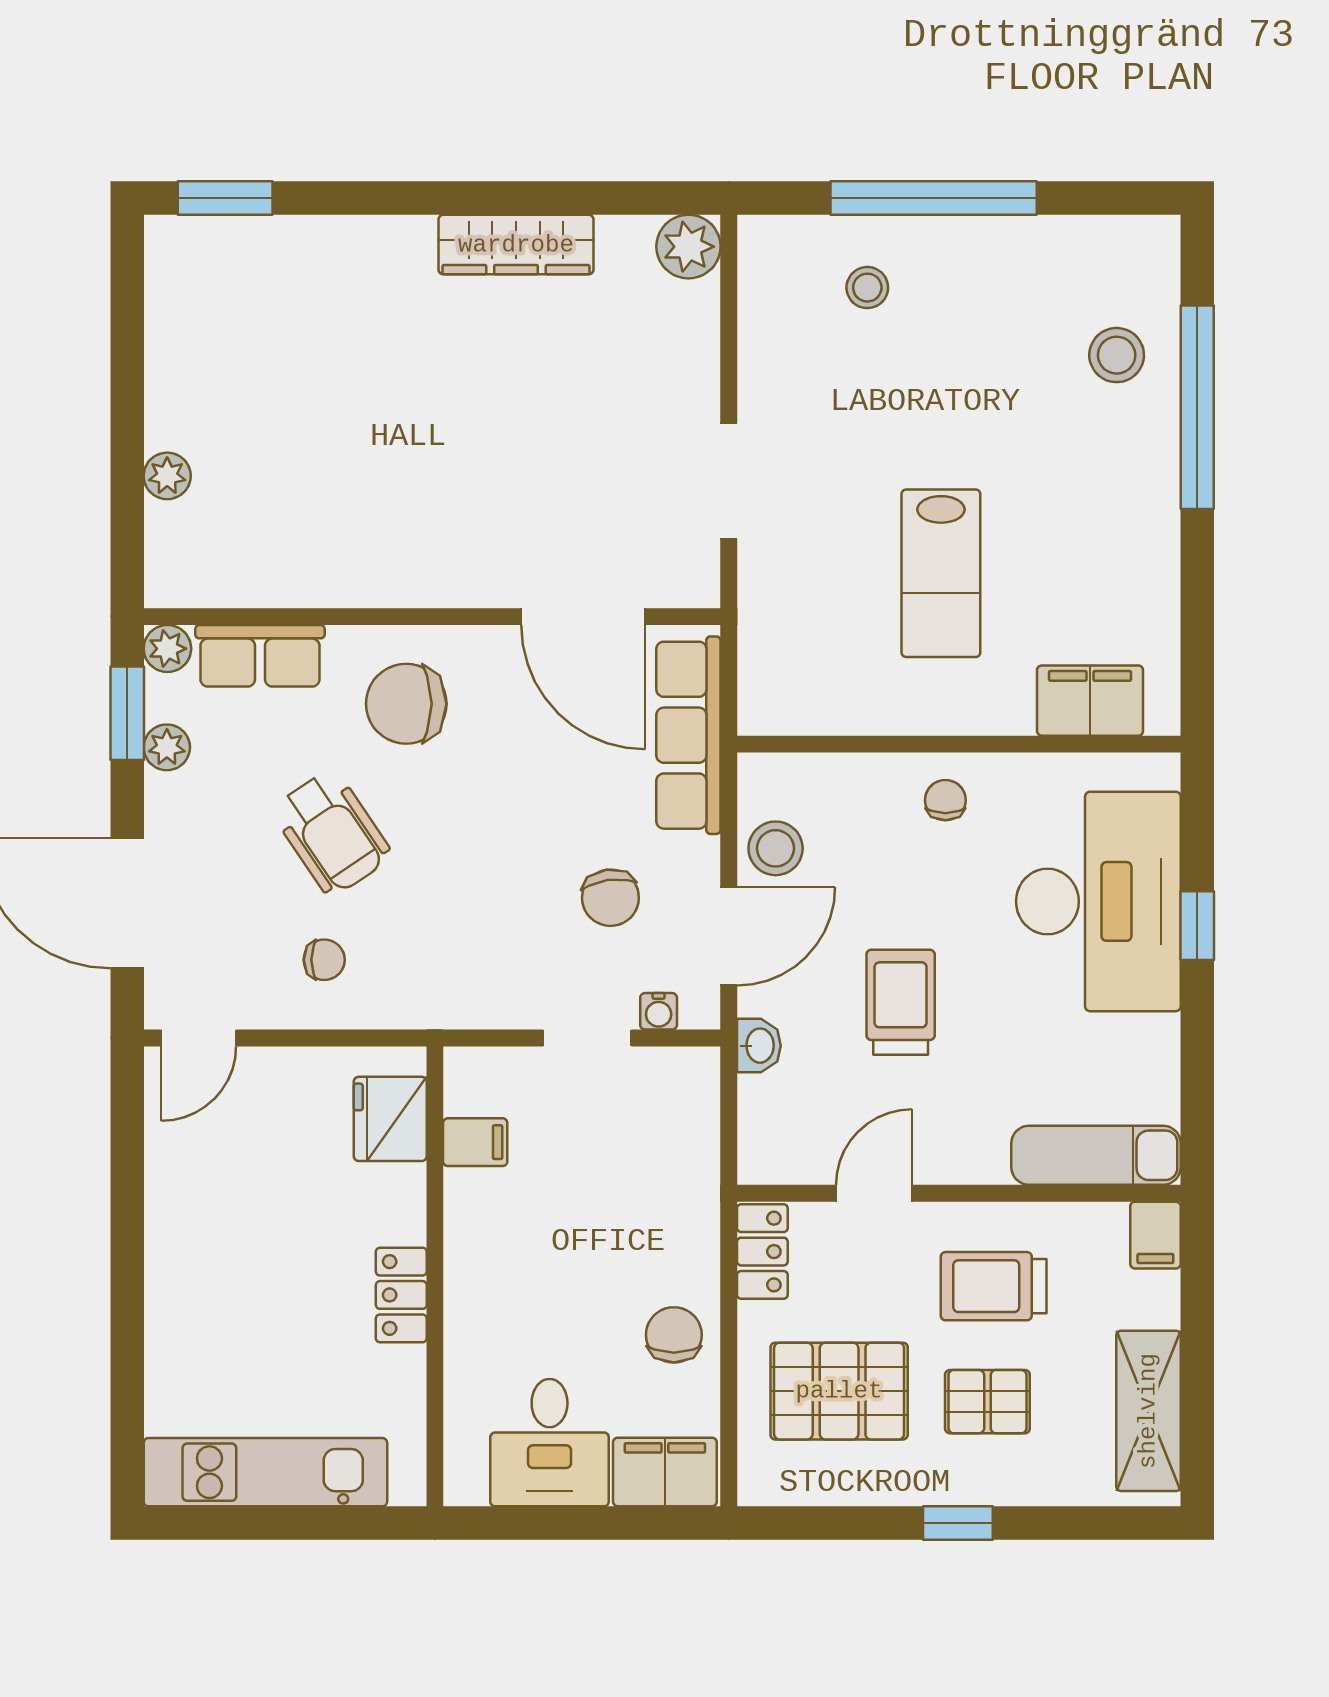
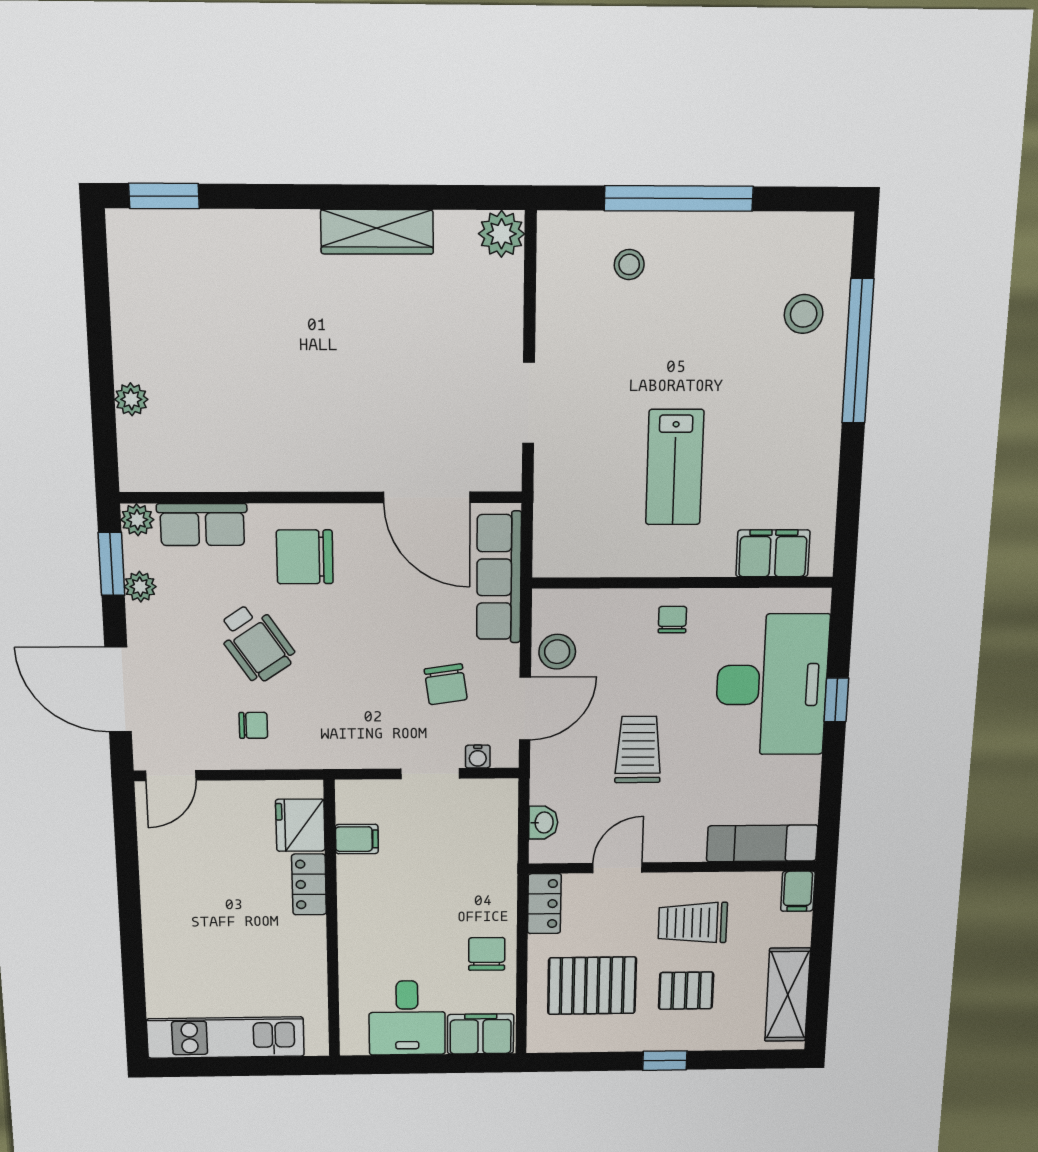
washbasin: (759, 1046) -> (543, 823), moved
locker: (401, 1295) -> (309, 884), moved

